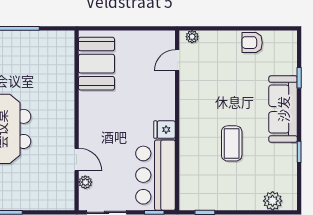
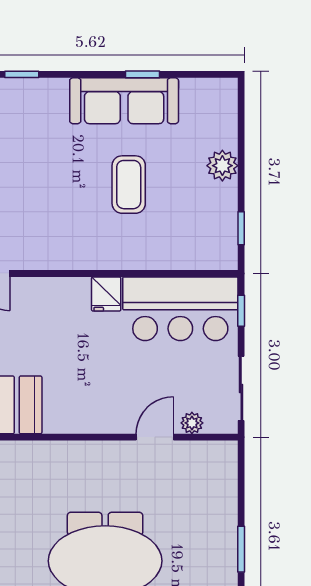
sofa: (283, 109) -> (124, 101), moved
coffee table: (232, 143) -> (129, 185), turned 90
plant: (273, 201) -> (222, 166), moved

